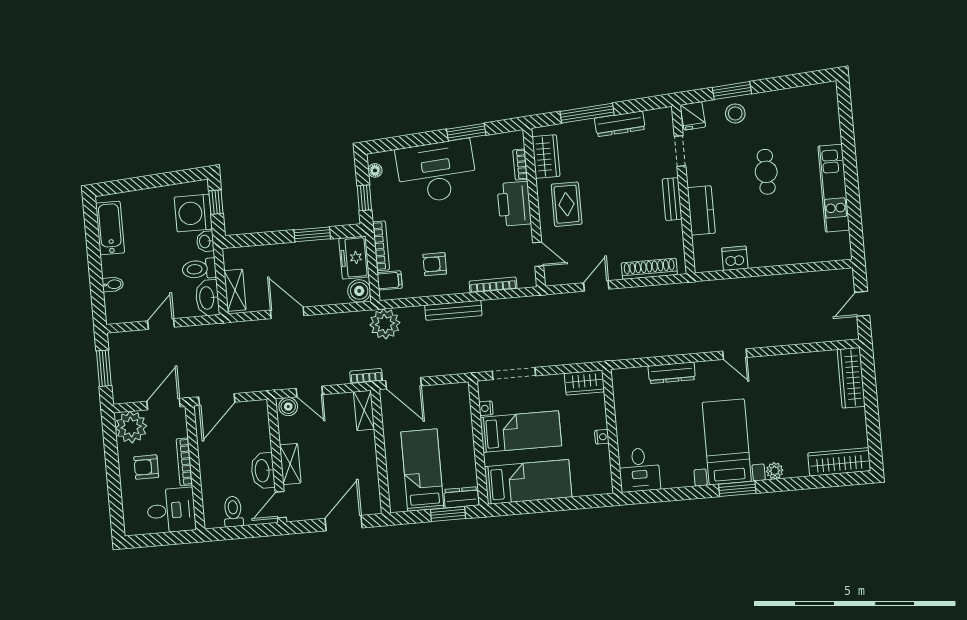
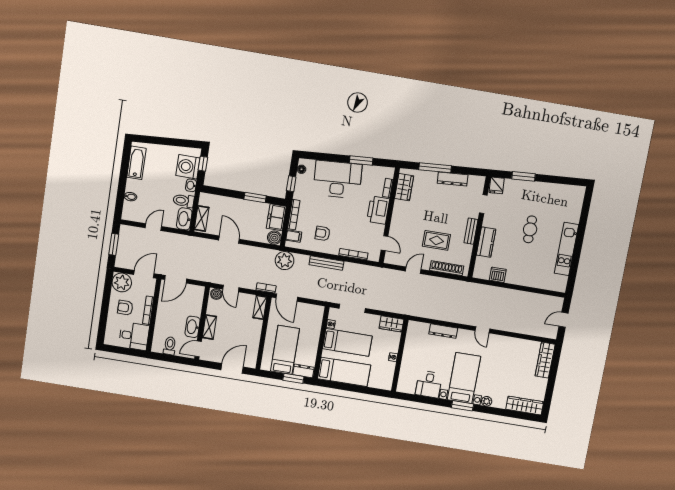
stool: (735, 113) -> (522, 190), removed
rug: (567, 204) -> (436, 240), moved, turned 90
desk: (639, 470) -> (429, 384), moved

